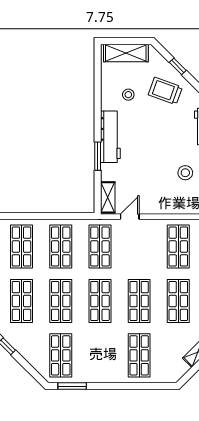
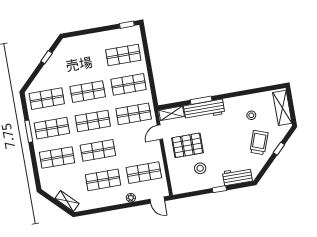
workbench: (110, 137) -> (204, 110), moved
pallet: (153, 184) -> (187, 145), added
door: (130, 217) -> (160, 132), swing flipped
shop shelf: (22, 301) -> (52, 128), moved
window: (72, 386) -> (29, 131), moved

